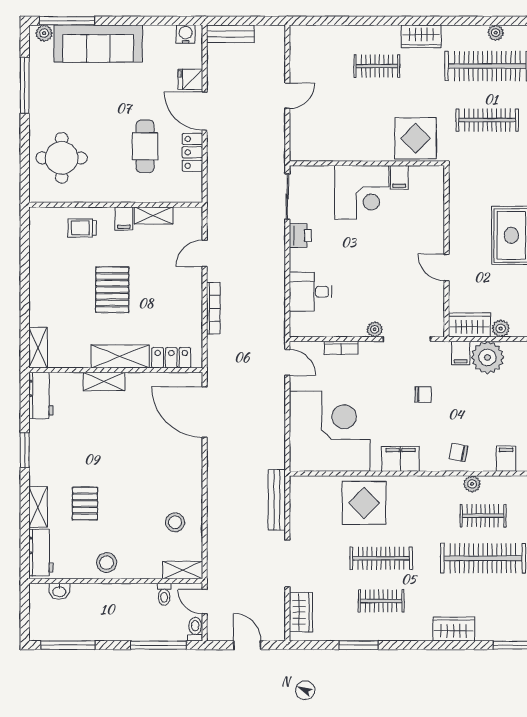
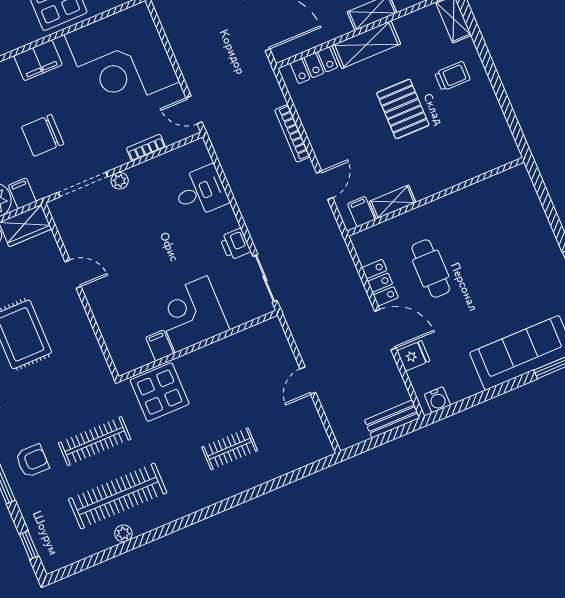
wardrobe: (421, 36) -> (197, 498), removed
round table: (62, 158) -> (510, 221), removed
filing cabinet: (124, 218) -> (361, 212), moved
trolley: (82, 228) -> (452, 76), moved
chair: (423, 394) -> (43, 135), width x1.87, depth x1.87

